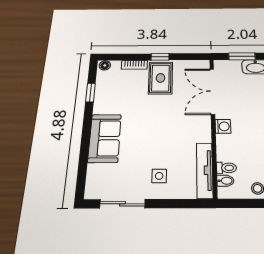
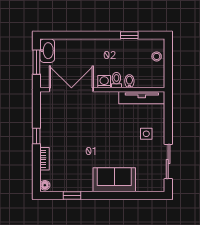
rug: (160, 78) -> (58, 135), removed
double door: (212, 91) -> (71, 90), swing flipped
toilet: (226, 168) -> (116, 80), moved
bidet: (225, 181) -> (129, 81), moved

